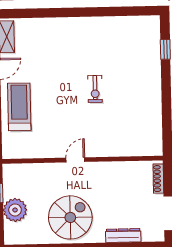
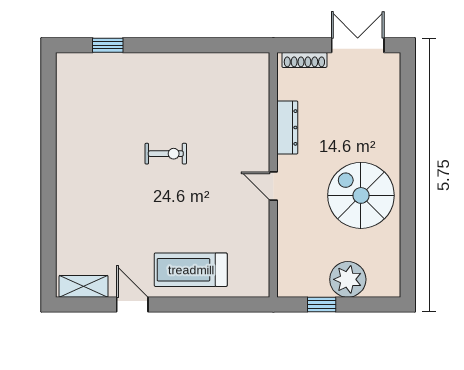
dresser: (123, 236) -> (287, 127), moved, turned 180

